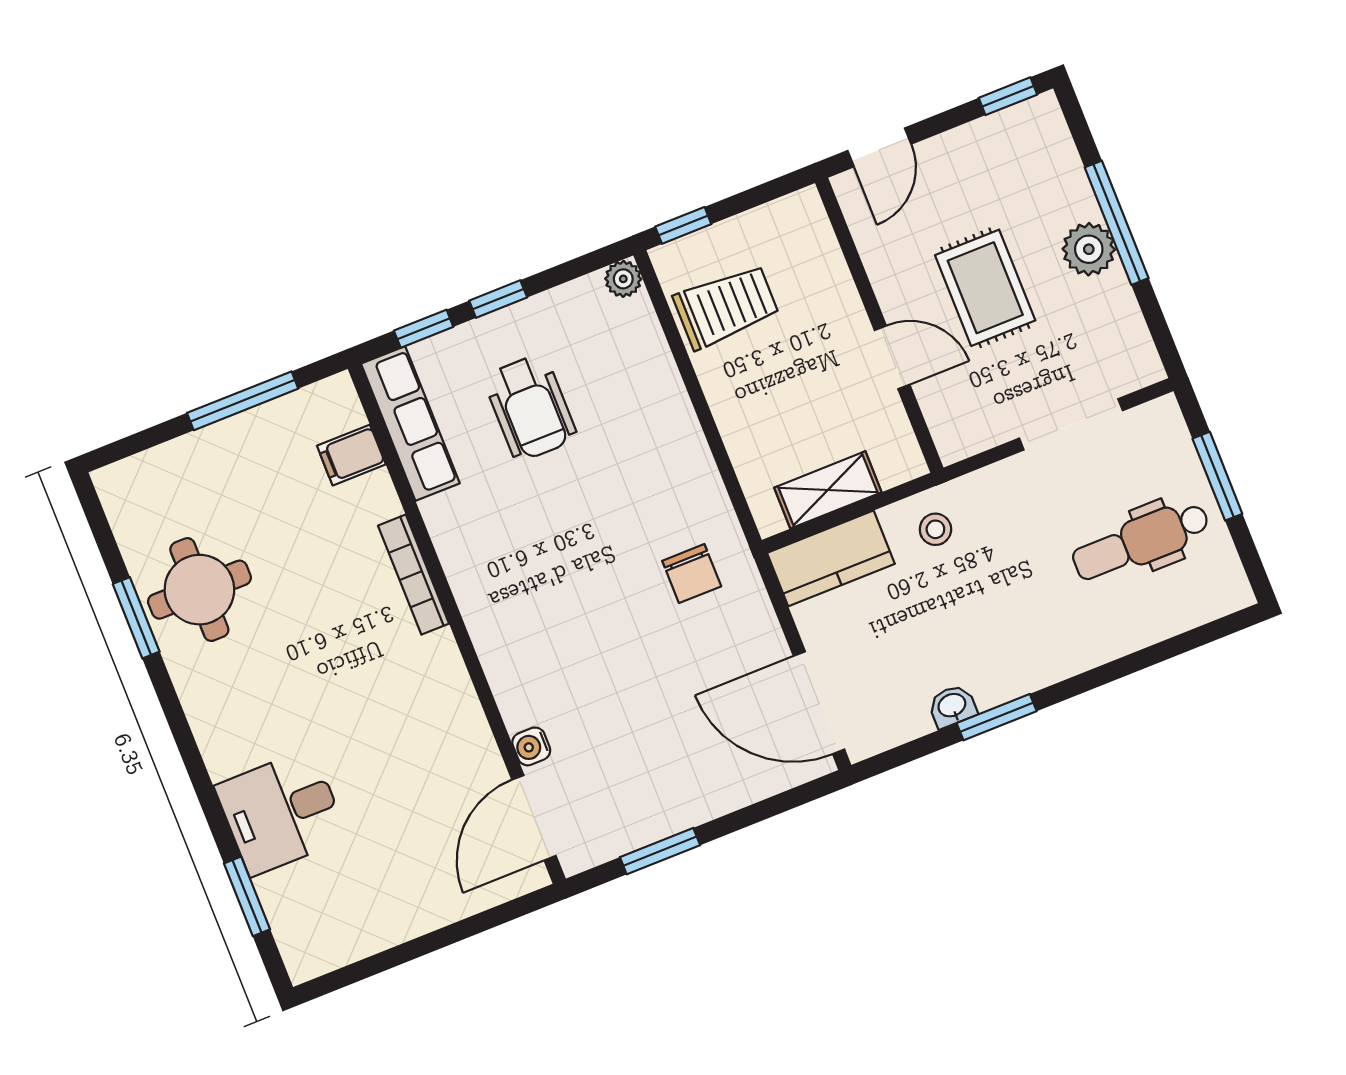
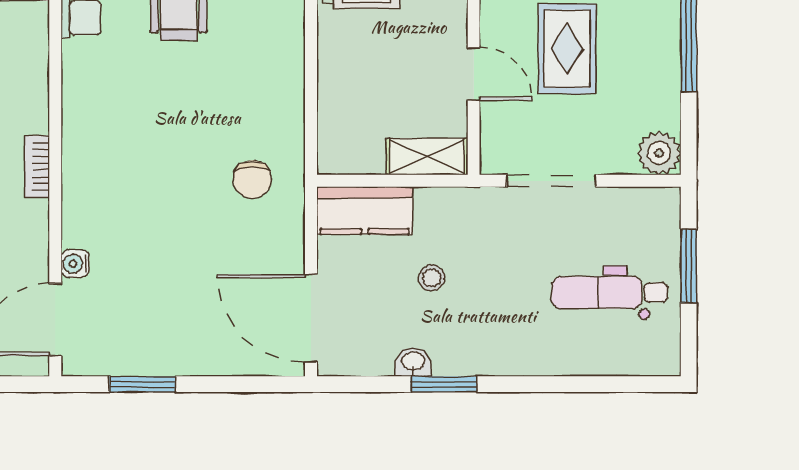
plant: (1089, 249) -> (659, 153), moved
doorway: (1071, 424) -> (551, 181), moved
shelving: (828, 490) -> (427, 157), moved
stool: (935, 529) -> (432, 278), moved
bookcase: (414, 575) -> (37, 167), moved, width x0.64

